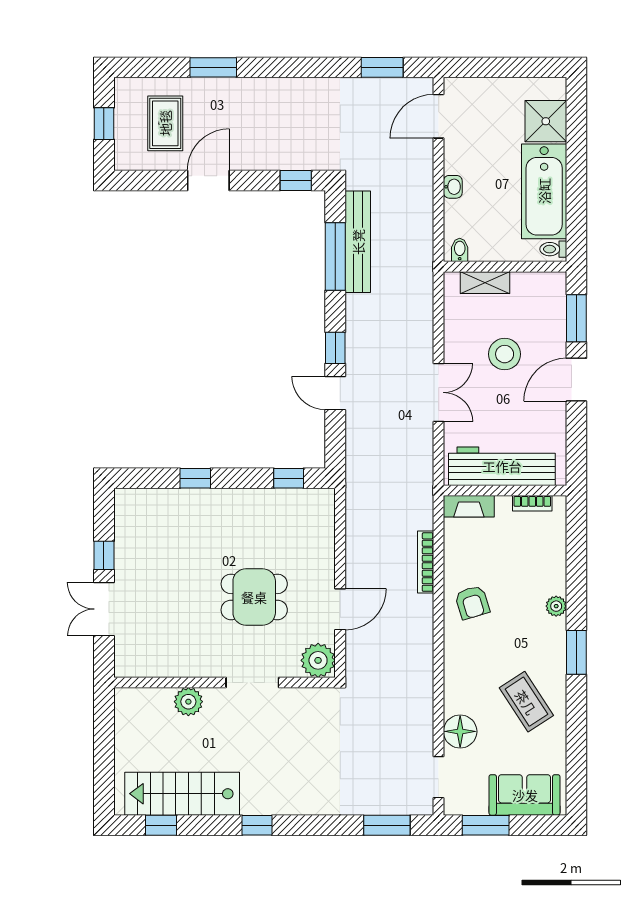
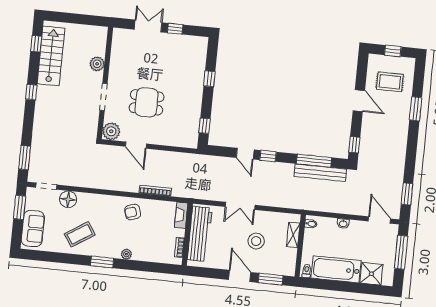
window: (498, 67) -> (401, 252), added
door: (335, 393) -> (245, 154), swing flipped
dining table: (254, 597) -> (147, 102), turned 90

